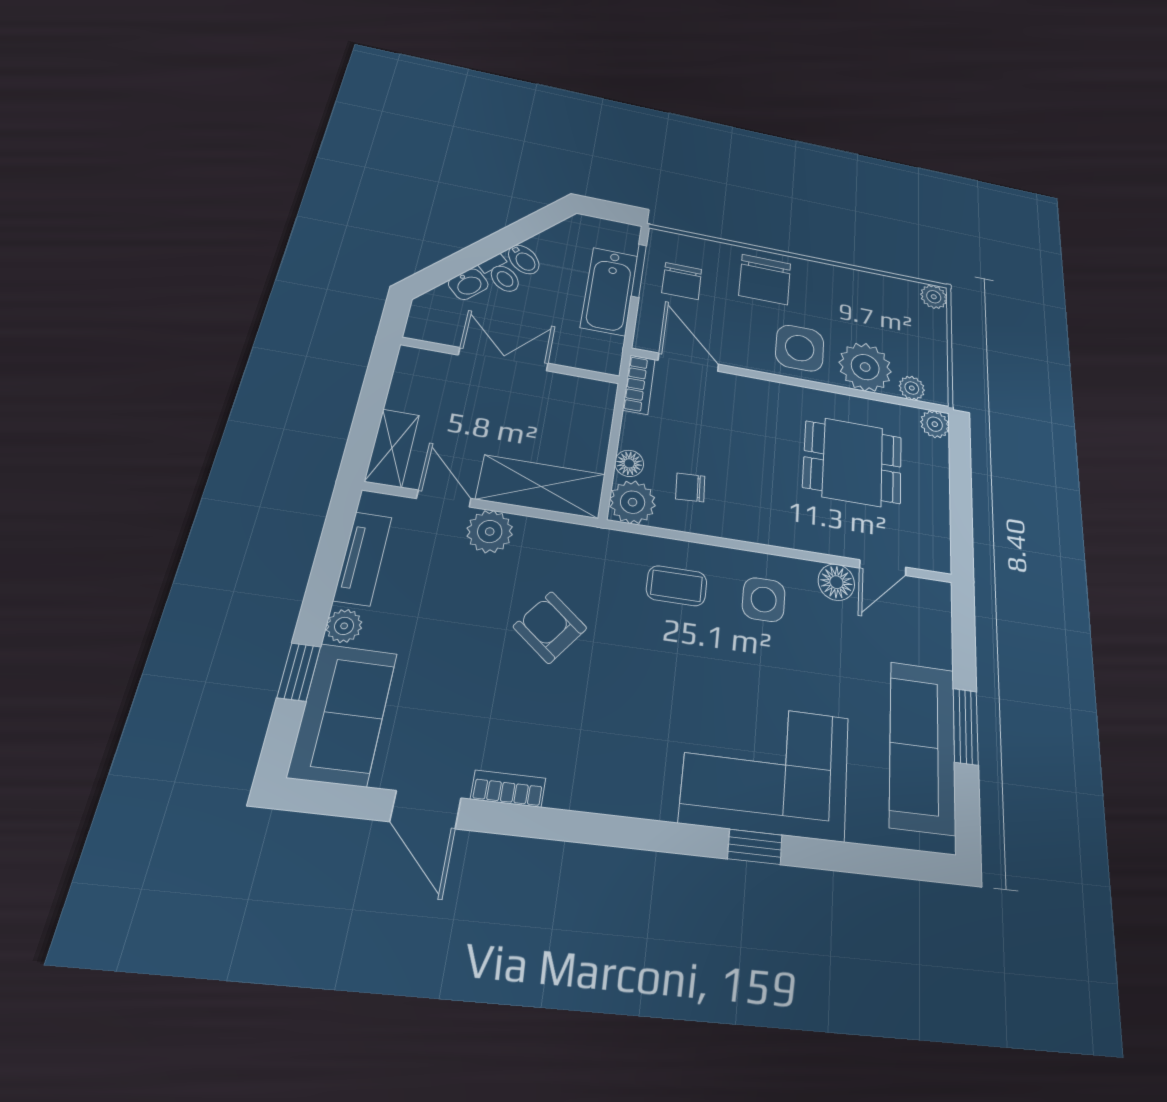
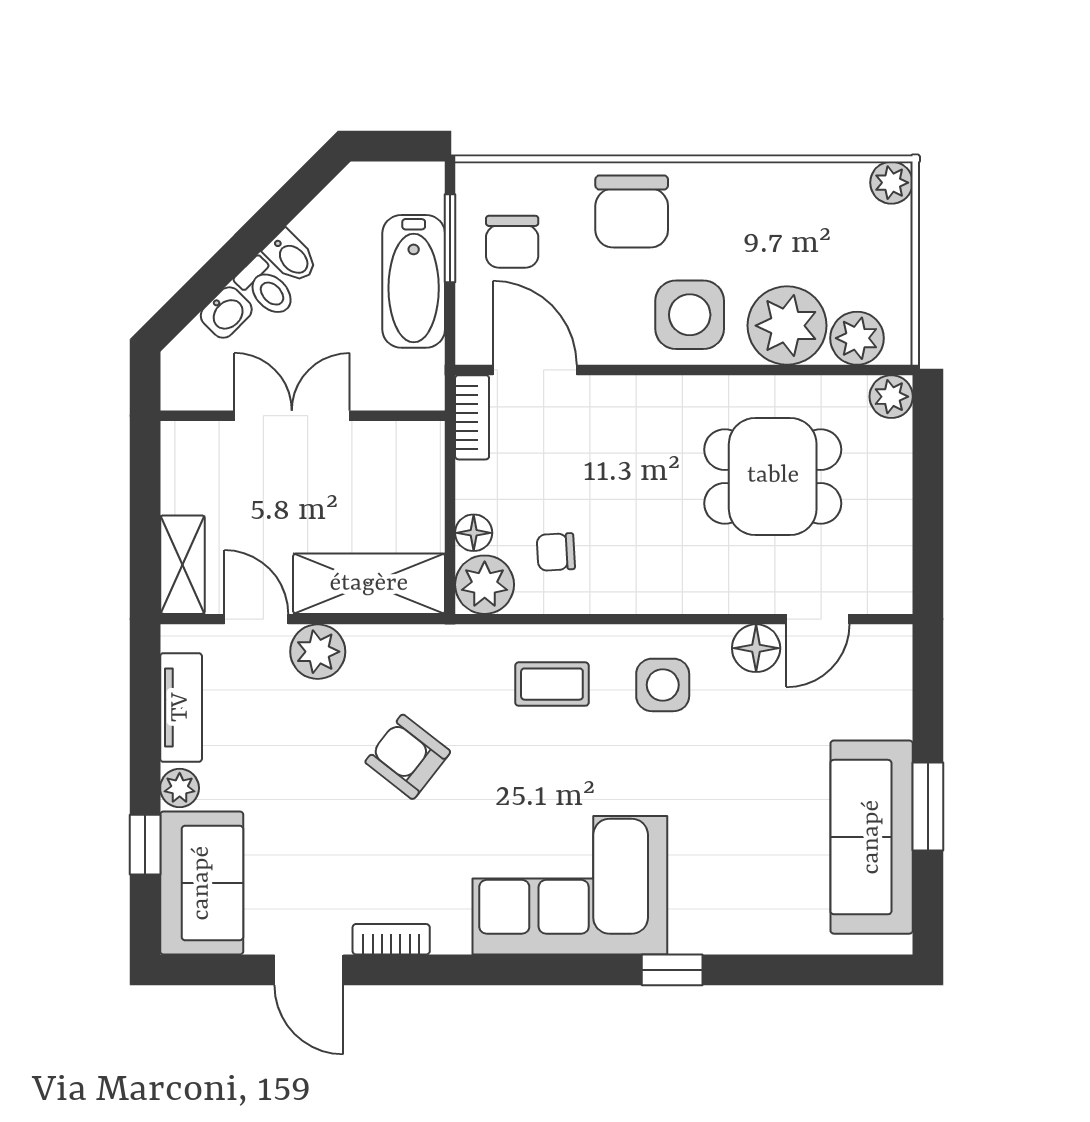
plant: (912, 388) -> (857, 338), width x1.38, depth x1.38
corner sofa: (766, 769) -> (570, 885), moved

